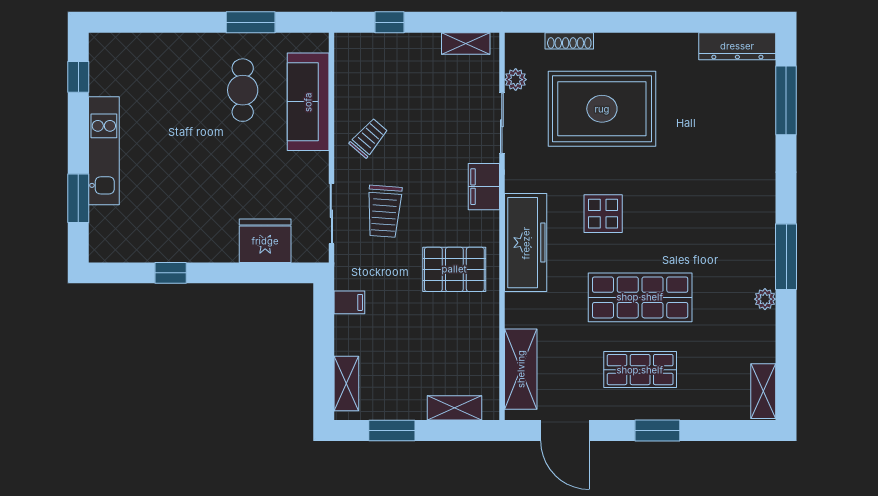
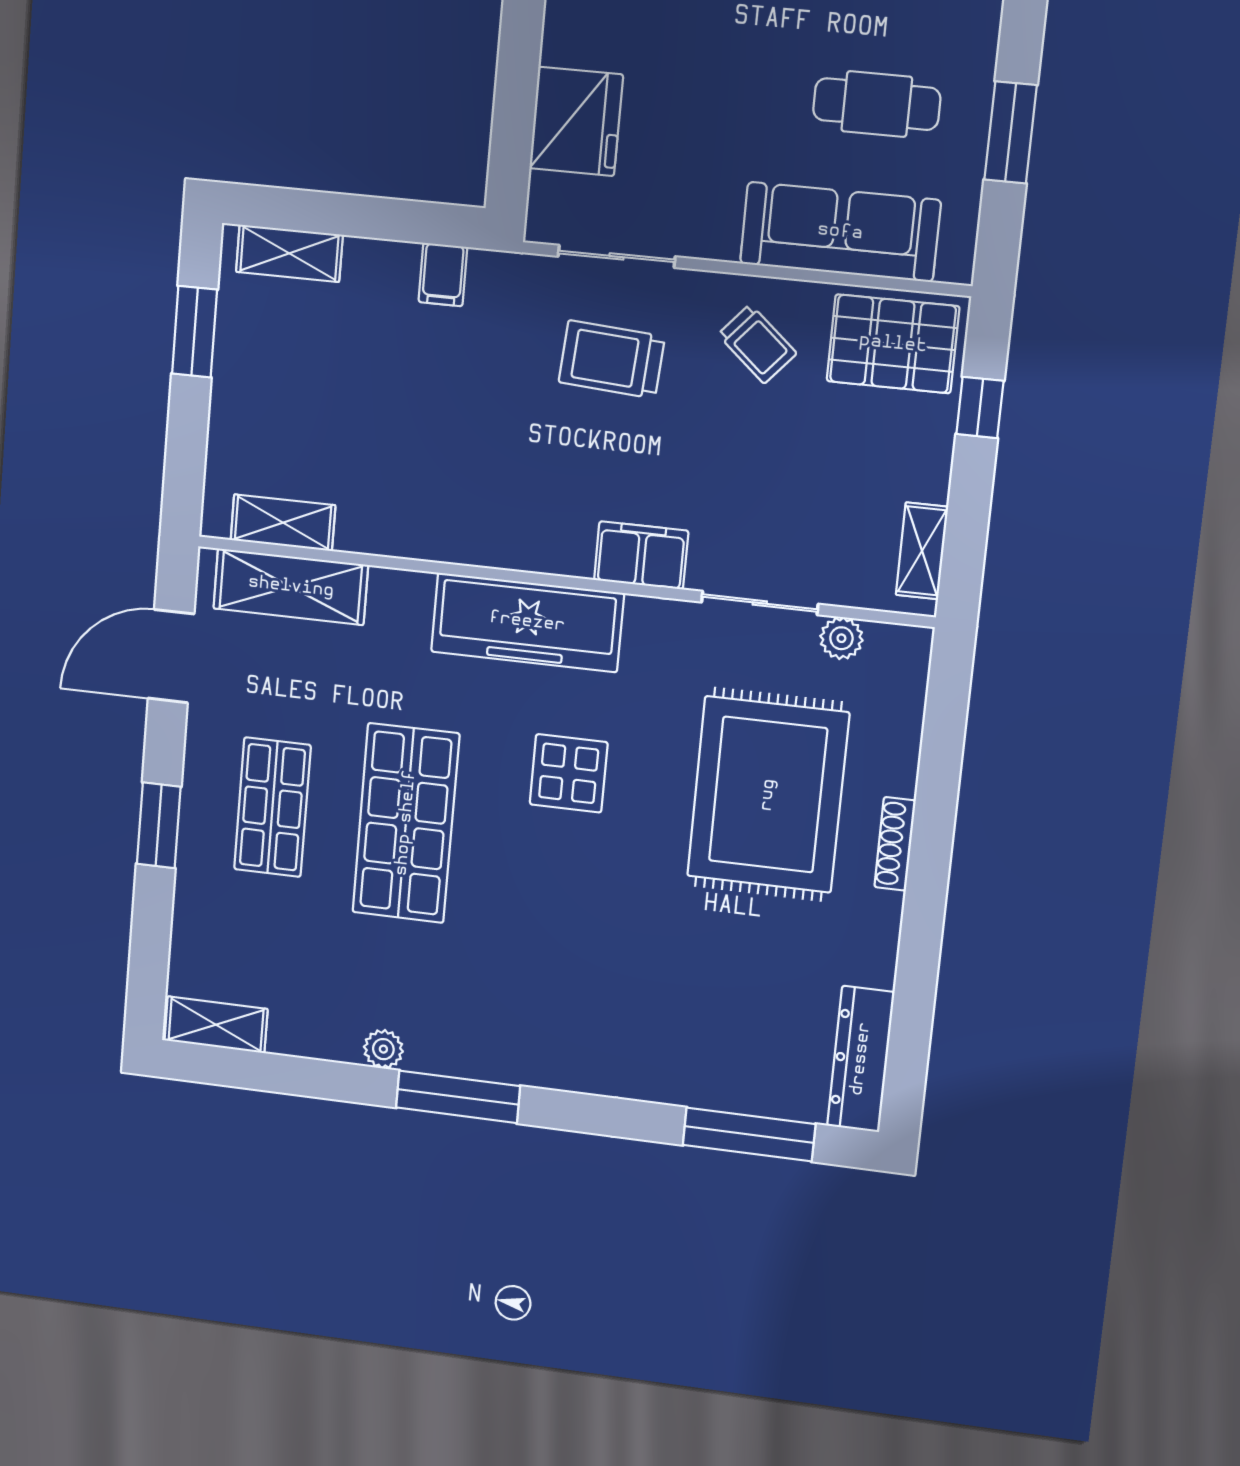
shoe rack: (569, 41) -> (895, 844), moved
pallet: (454, 269) -> (893, 344), moved, turned 90
shelving: (454, 408) -> (283, 523), moved, turned 90

